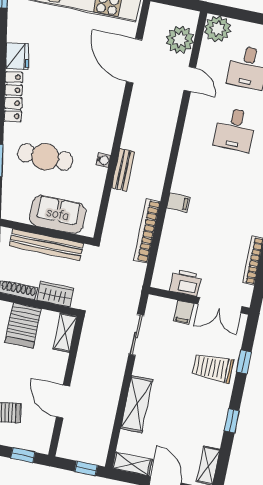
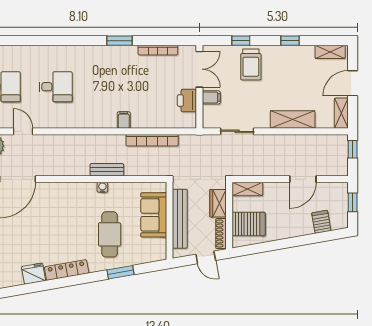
door: (190, 79) -> (23, 131), hinge flipped

